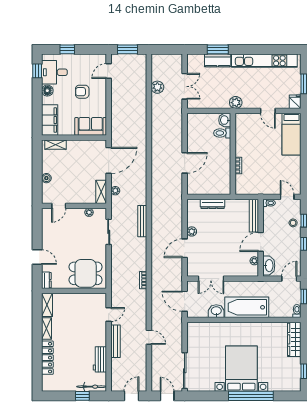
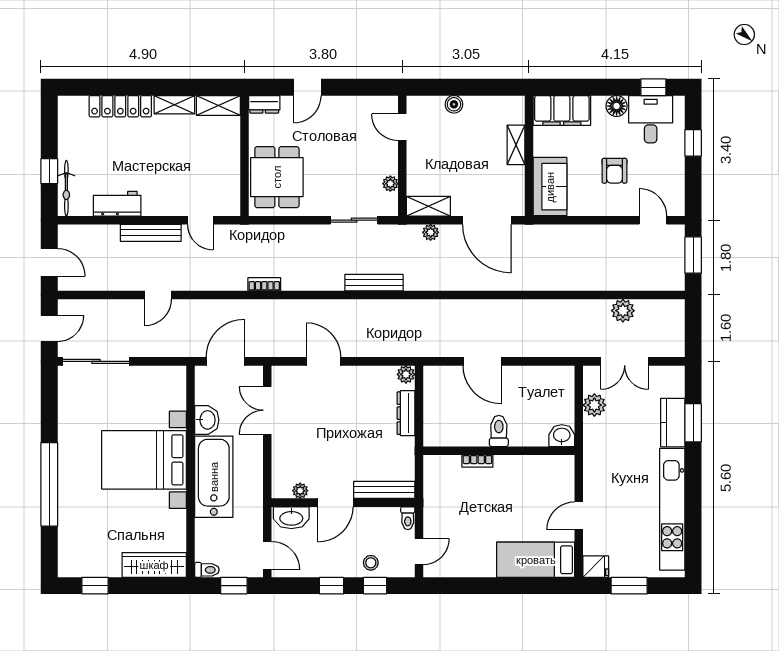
armchair: (82, 92) -> (614, 171), turned 180
plant: (236, 103) -> (594, 405), moved
toilet: (222, 133) -> (499, 431), moved
shelving: (56, 145) -> (516, 145), moved
plant: (192, 231) -> (406, 374), moved
door: (261, 242) -> (335, 503), swing flipped
bed with nightstands: (241, 369) -> (144, 460), moved, turned 180

